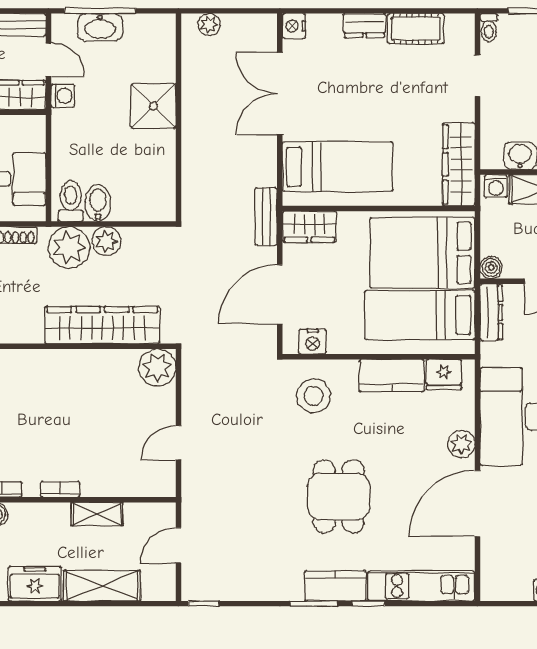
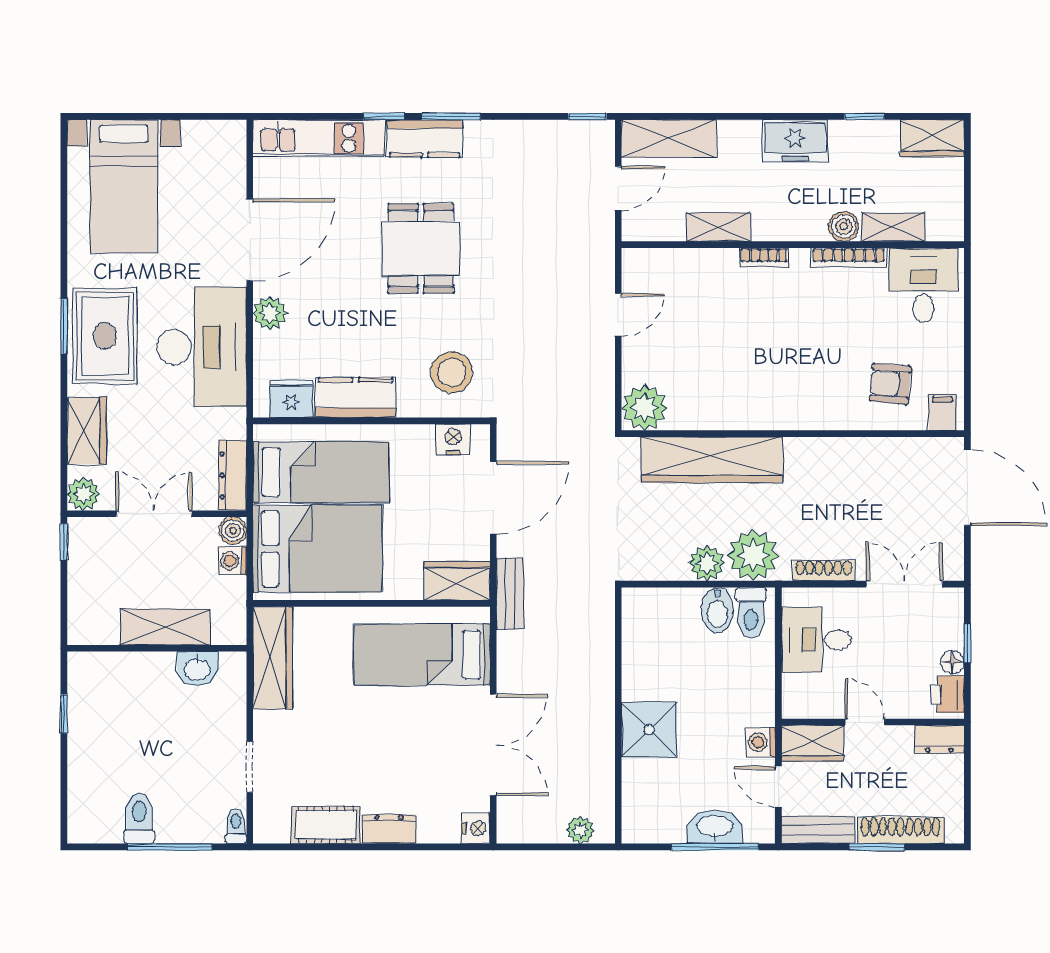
washing machine: (496, 186) -> (233, 561), moved, turned -90
shelving: (102, 586) -> (669, 139), moved

